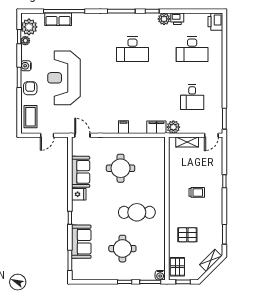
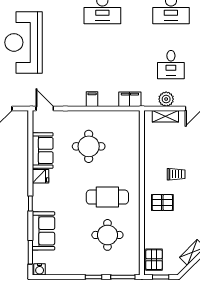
plant: (173, 127) -> (166, 99), moved
pallet: (187, 235) -> (162, 203), moved
round table: (122, 249) -> (107, 235), moved
water cooler: (160, 275) -> (40, 269), moved

